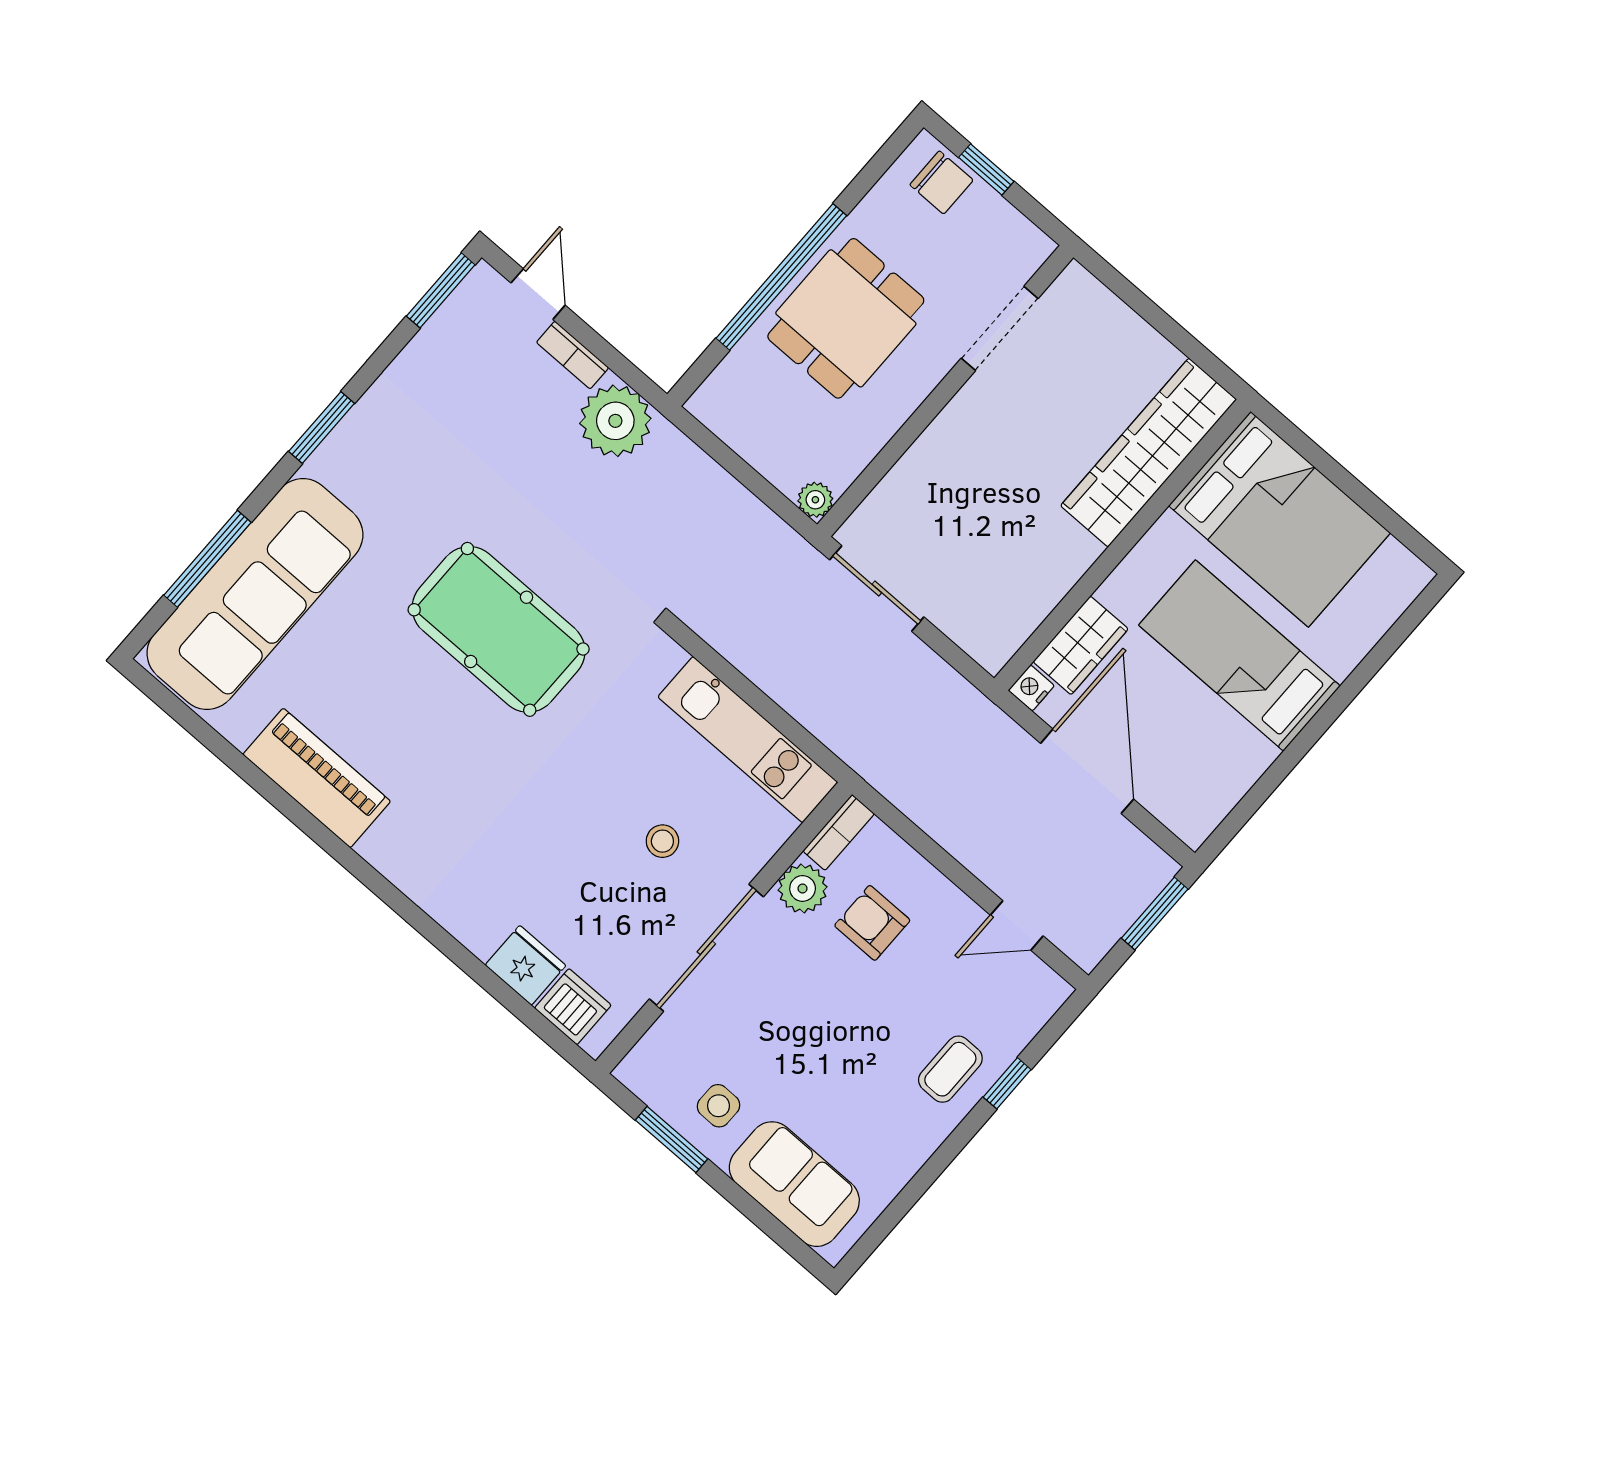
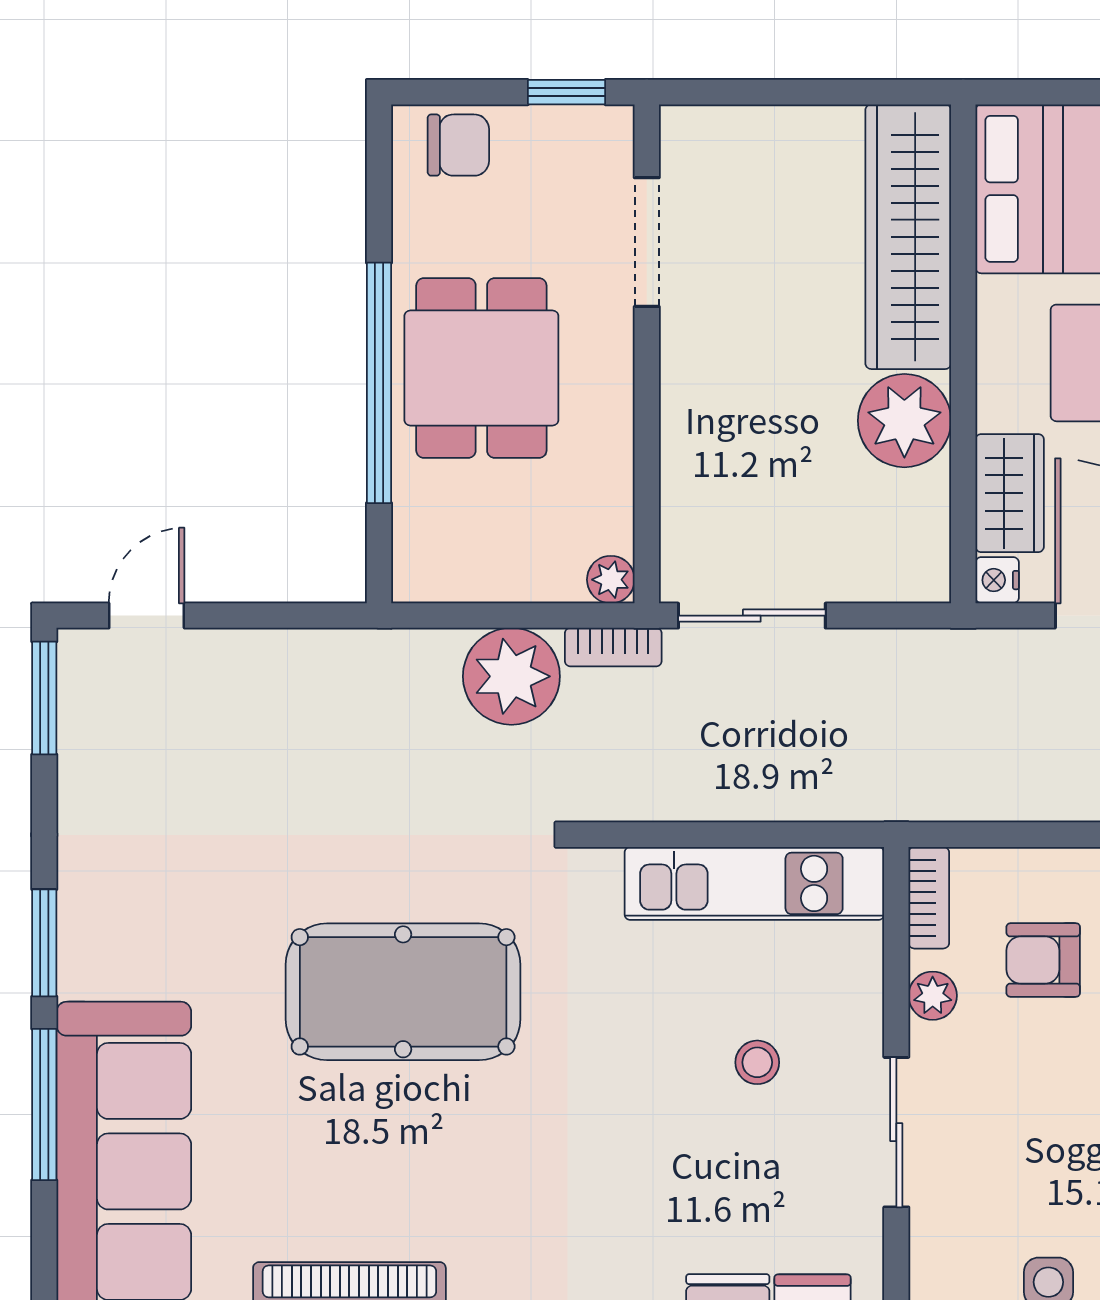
window: (986, 169) -> (567, 92), moved
door: (538, 294) -> (147, 616), hinge flipped
bookcase: (573, 355) -> (613, 647), moved
plant: (615, 421) -> (511, 676), moved
plant: (1057, 554) -> (904, 421), added
window: (207, 559) -> (44, 1105), moved
plant: (803, 888) -> (933, 996), width x0.73, depth x0.73
sliding door: (706, 948) -> (896, 1132), width x0.73

